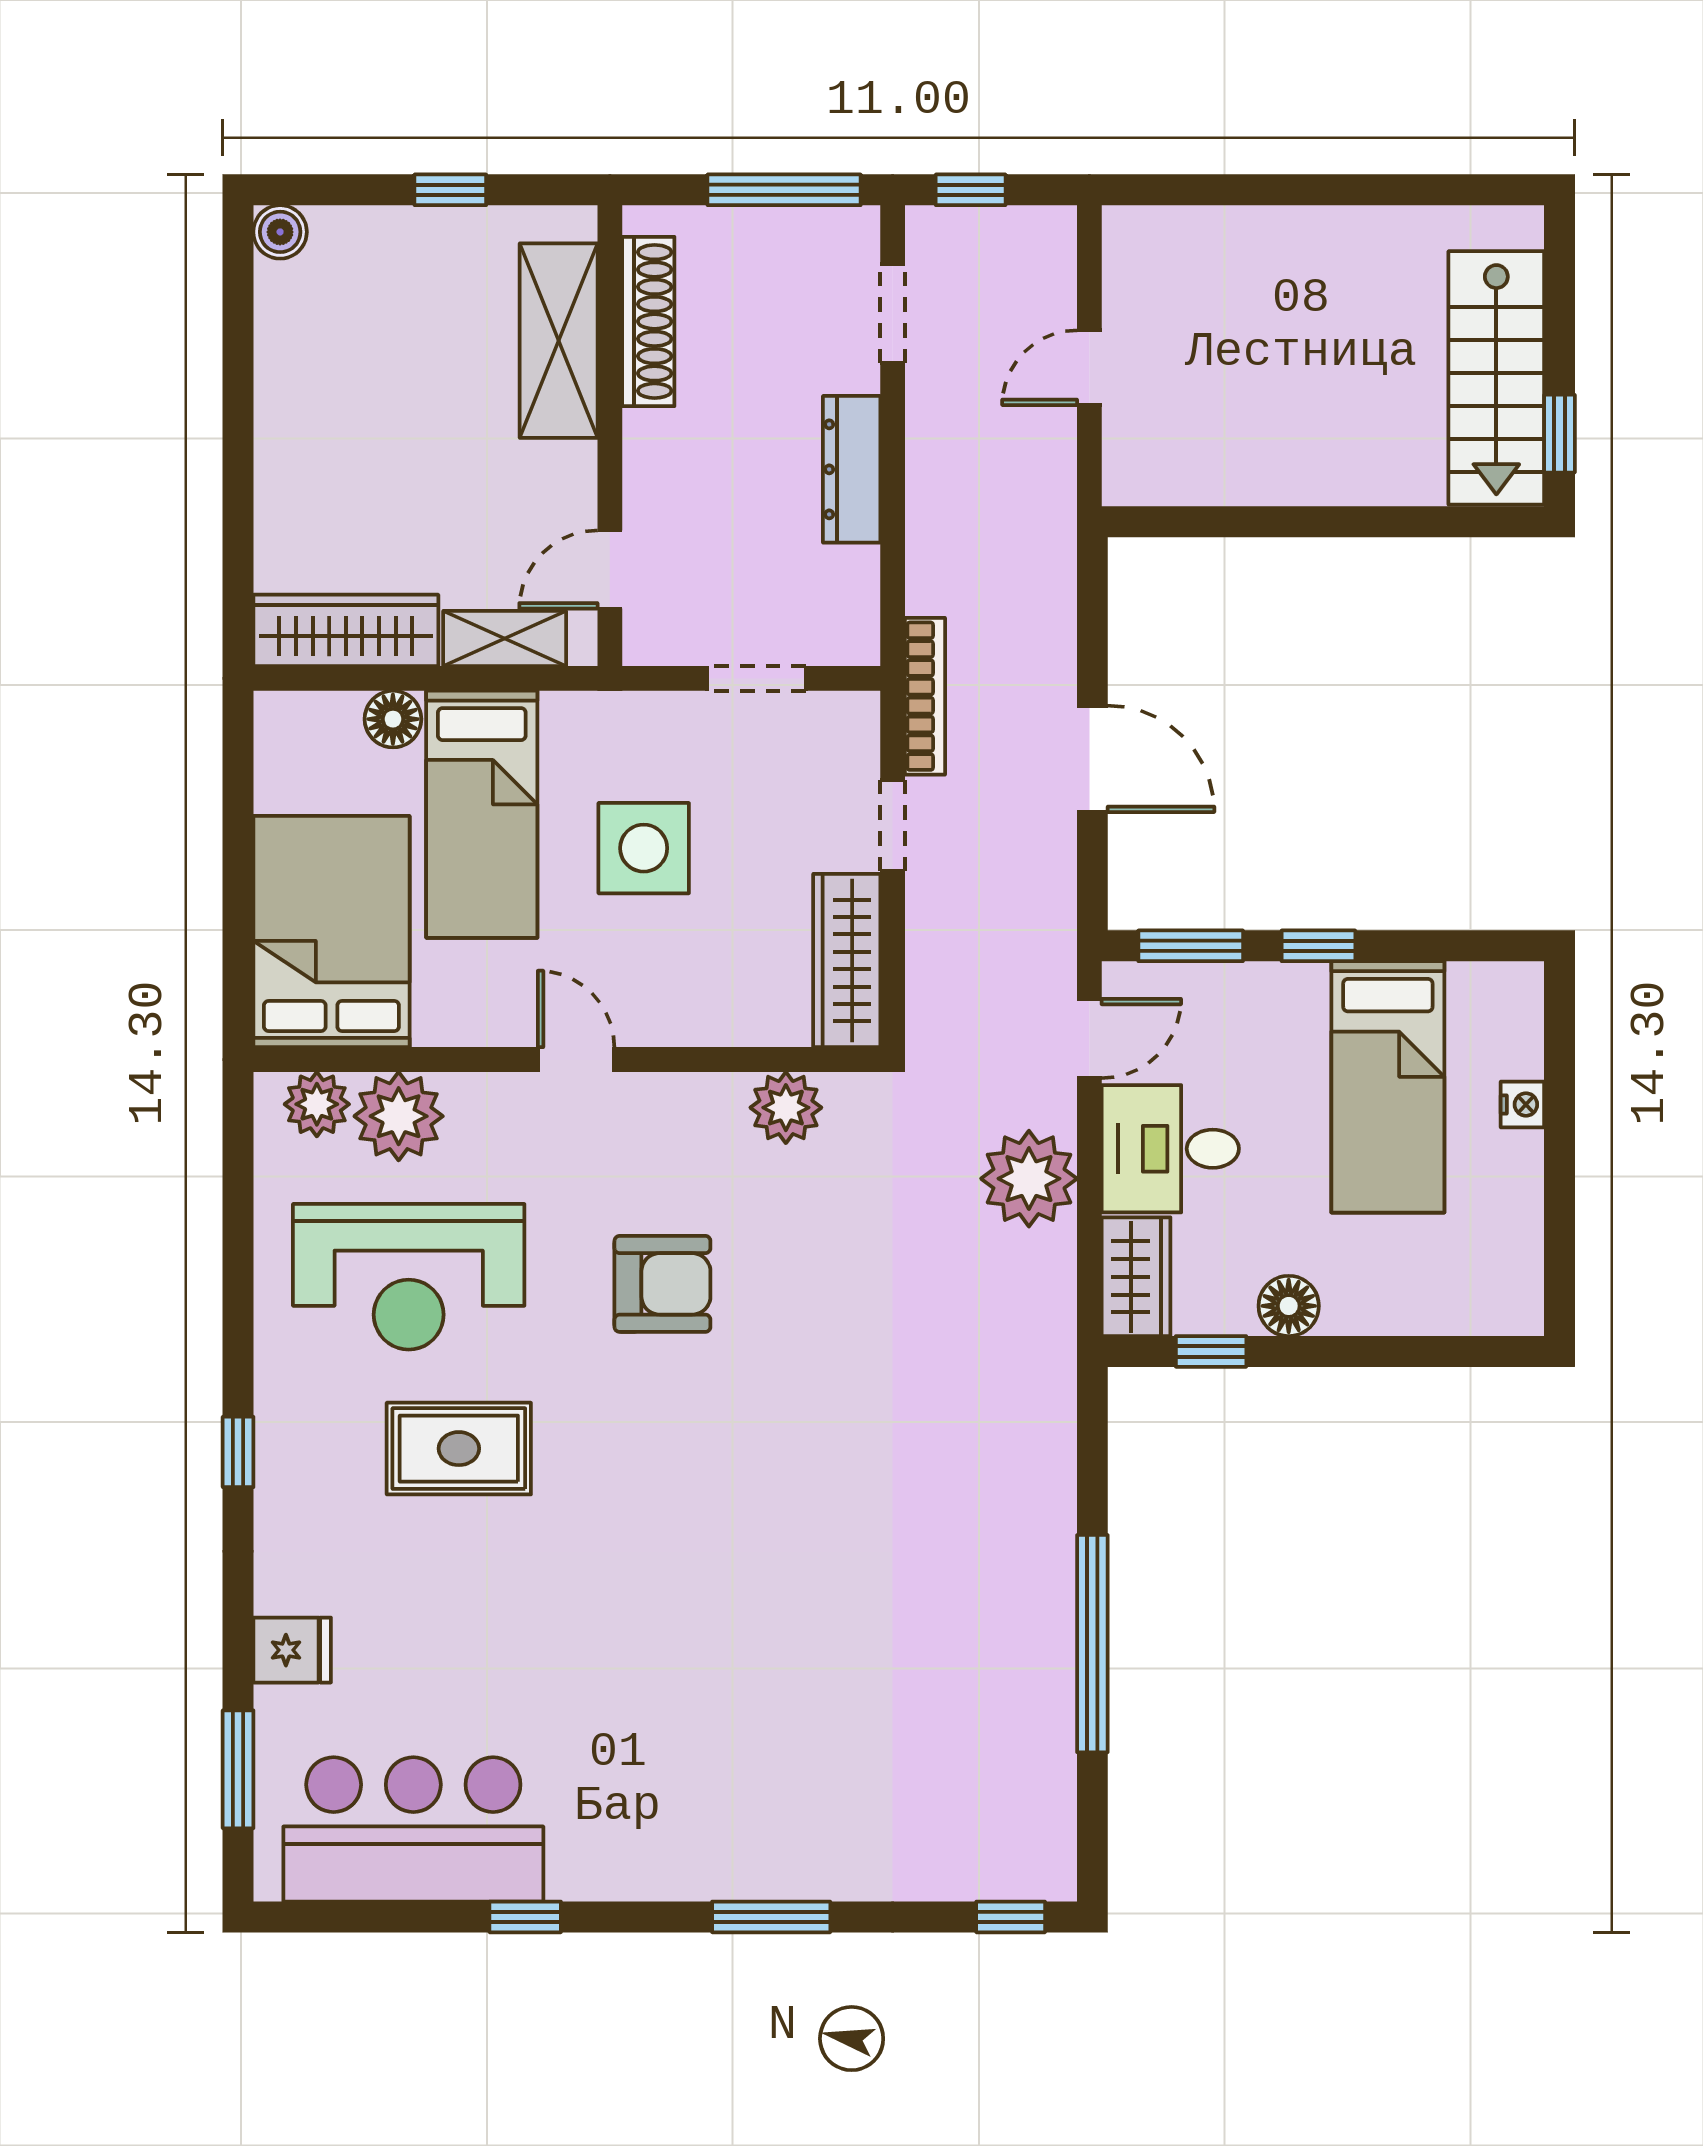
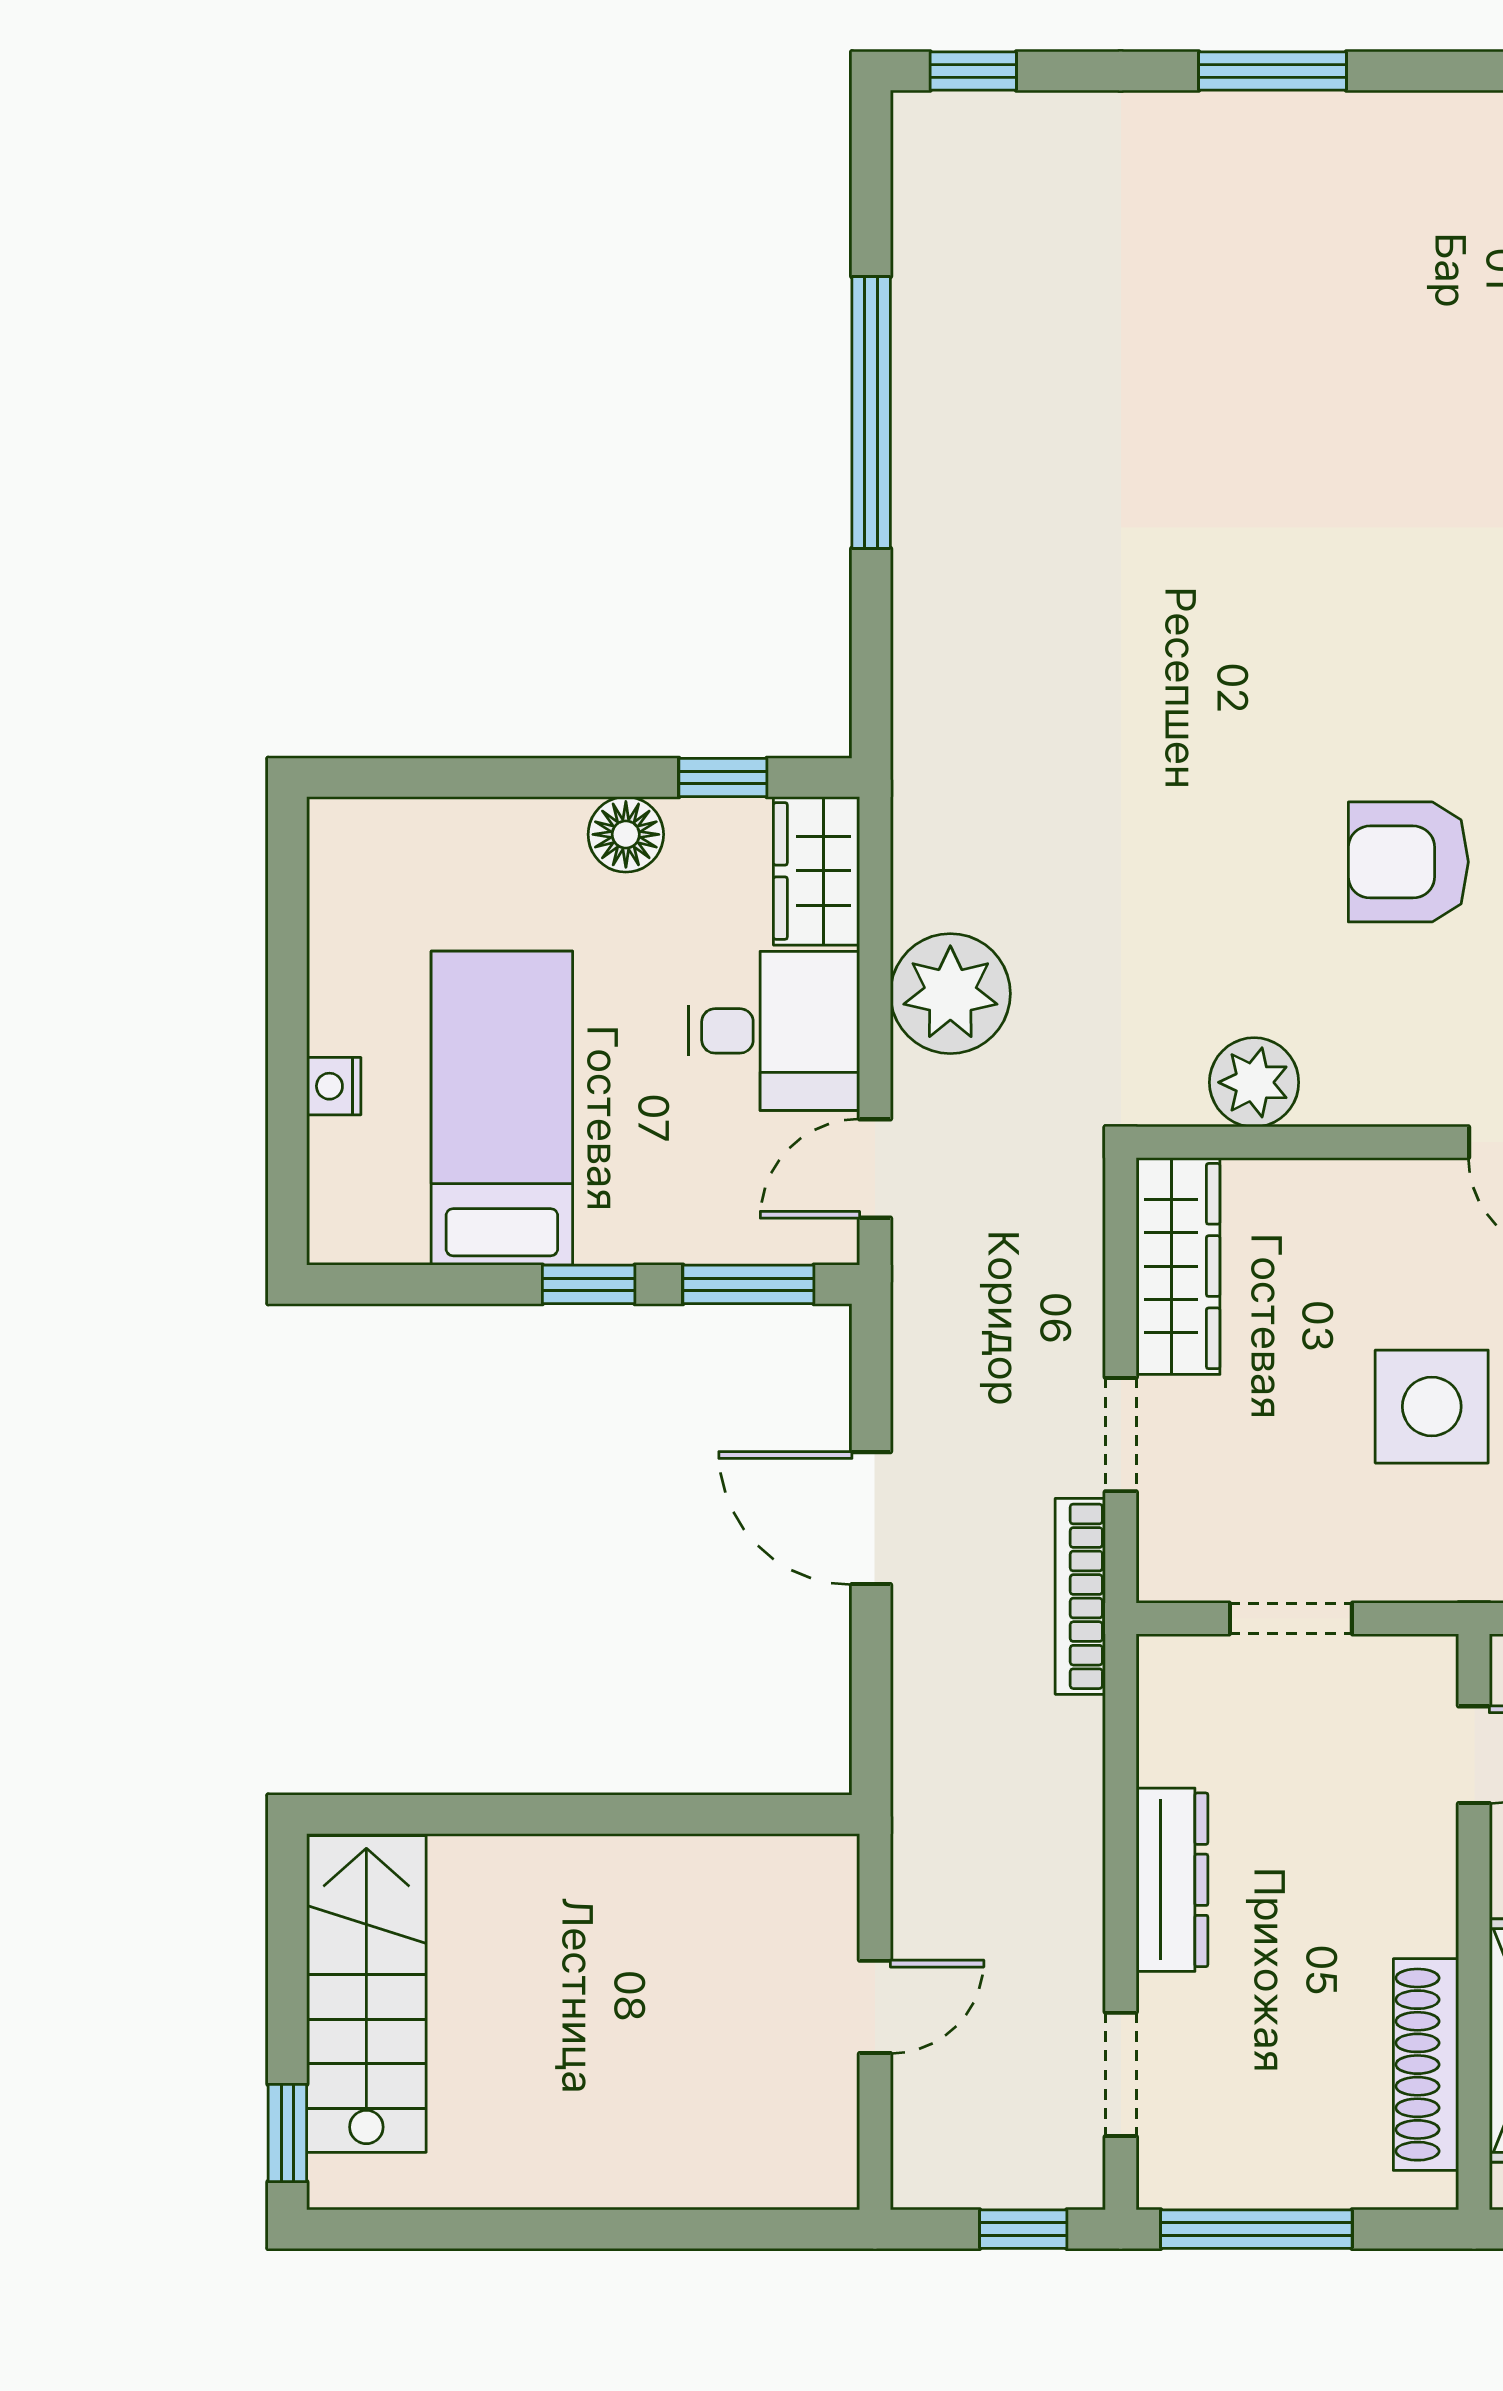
window: (1559, 434) -> (287, 2133), moved

